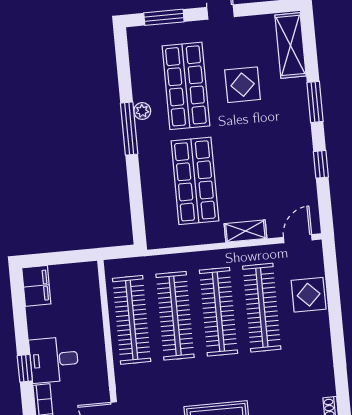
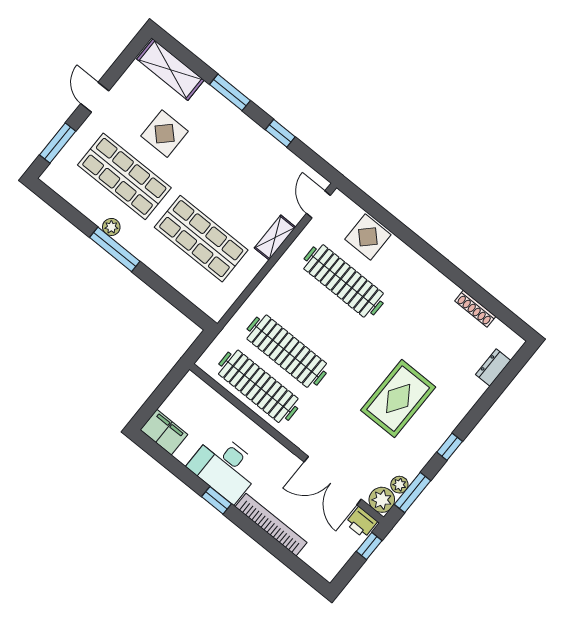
clothes rail: (218, 312) -> (315, 316), removed
desk: (54, 360) -> (225, 467), width x1.37

